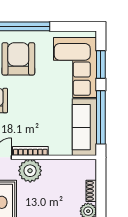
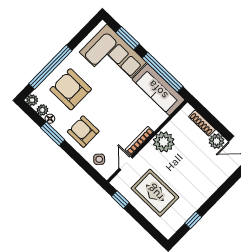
plant: (30, 171) -> (164, 142), moved
shoe rack: (91, 191) -> (202, 123), width x1.43

